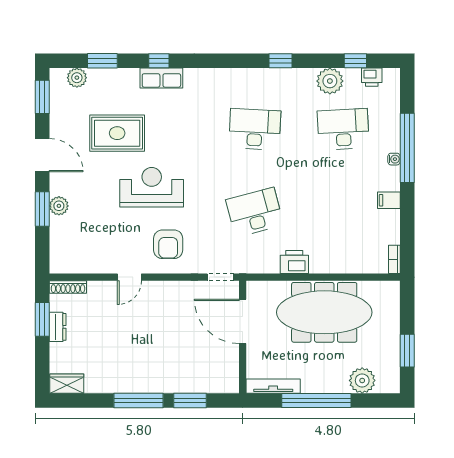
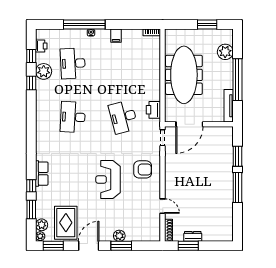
window: (159, 61) -> (31, 186), moved
window: (280, 61) -> (31, 83), moved
plant: (58, 75) -> (40, 236), added
rug: (117, 133) -> (66, 223), moved
printer: (294, 262) -> (153, 110), moved
door: (129, 277) -> (163, 206), moved
wardrobe: (67, 384) -> (227, 231), removed

